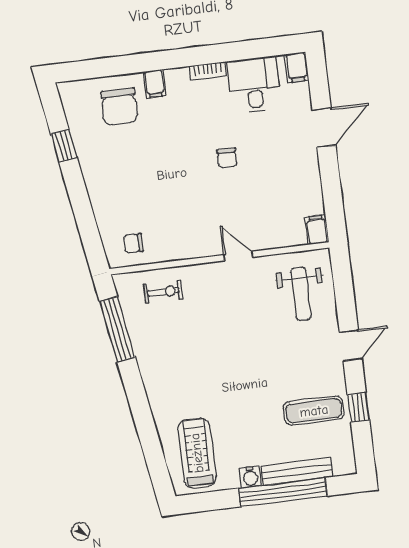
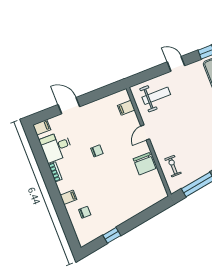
chair: (119, 107) -> (85, 212), width x0.54, depth x0.54
filing cabinet: (317, 230) -> (126, 108), moved
chair: (133, 243) -> (144, 164), moved, width x1.87, depth x1.87

